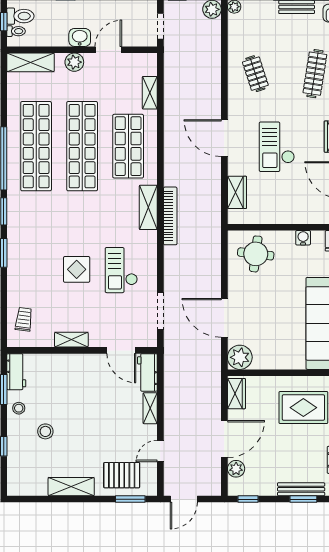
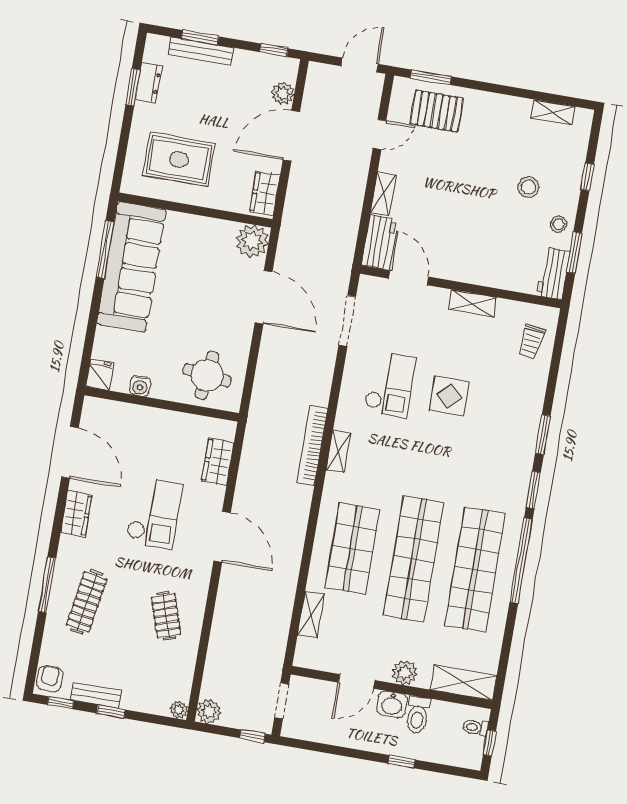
toilet: (20, 16) -> (418, 715), moved, turned -90
shelving: (148, 207) -> (338, 452), width x0.67, depth x0.75
shelving: (71, 487) -> (553, 112), moved, width x0.67, depth x0.75

